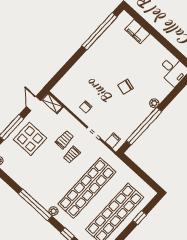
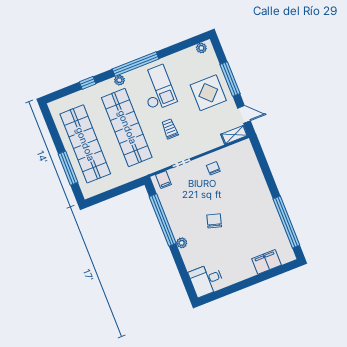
trolley: (64, 140) -> (190, 129), removed
checkout: (45, 180) -> (157, 88), added
window: (140, 218) -> (68, 168), width x2.17

